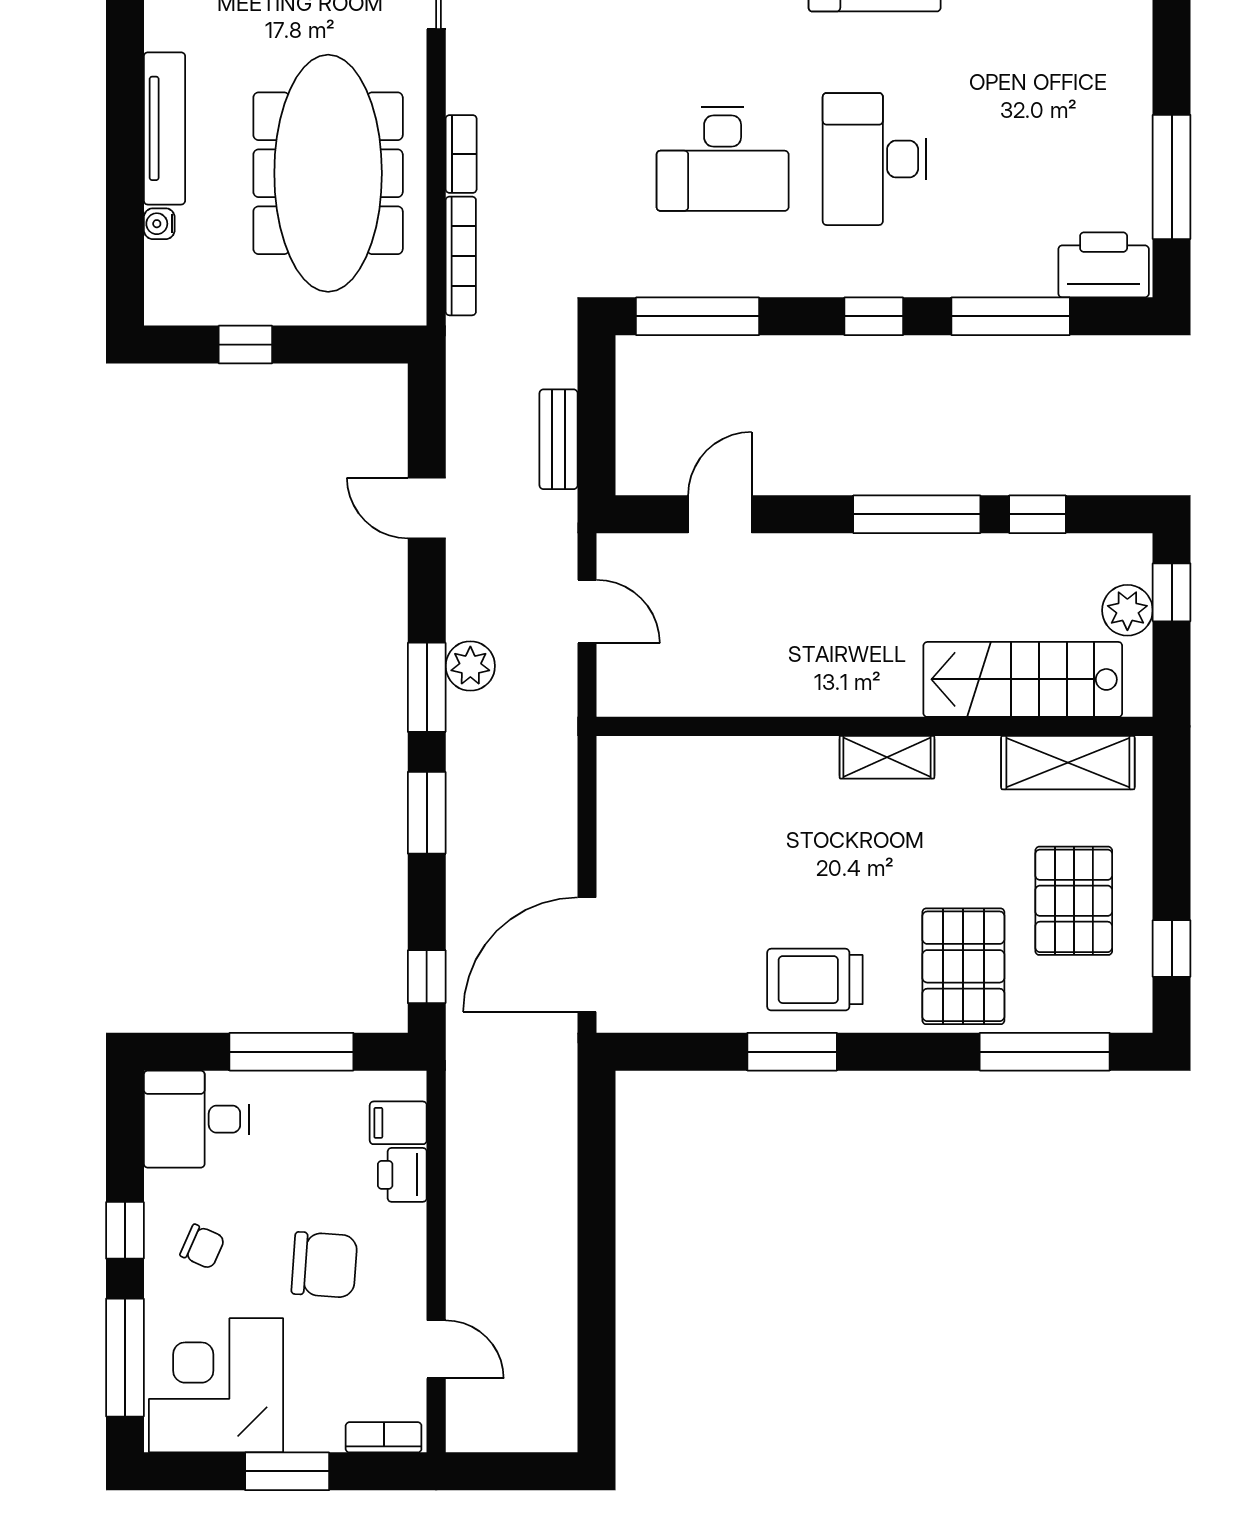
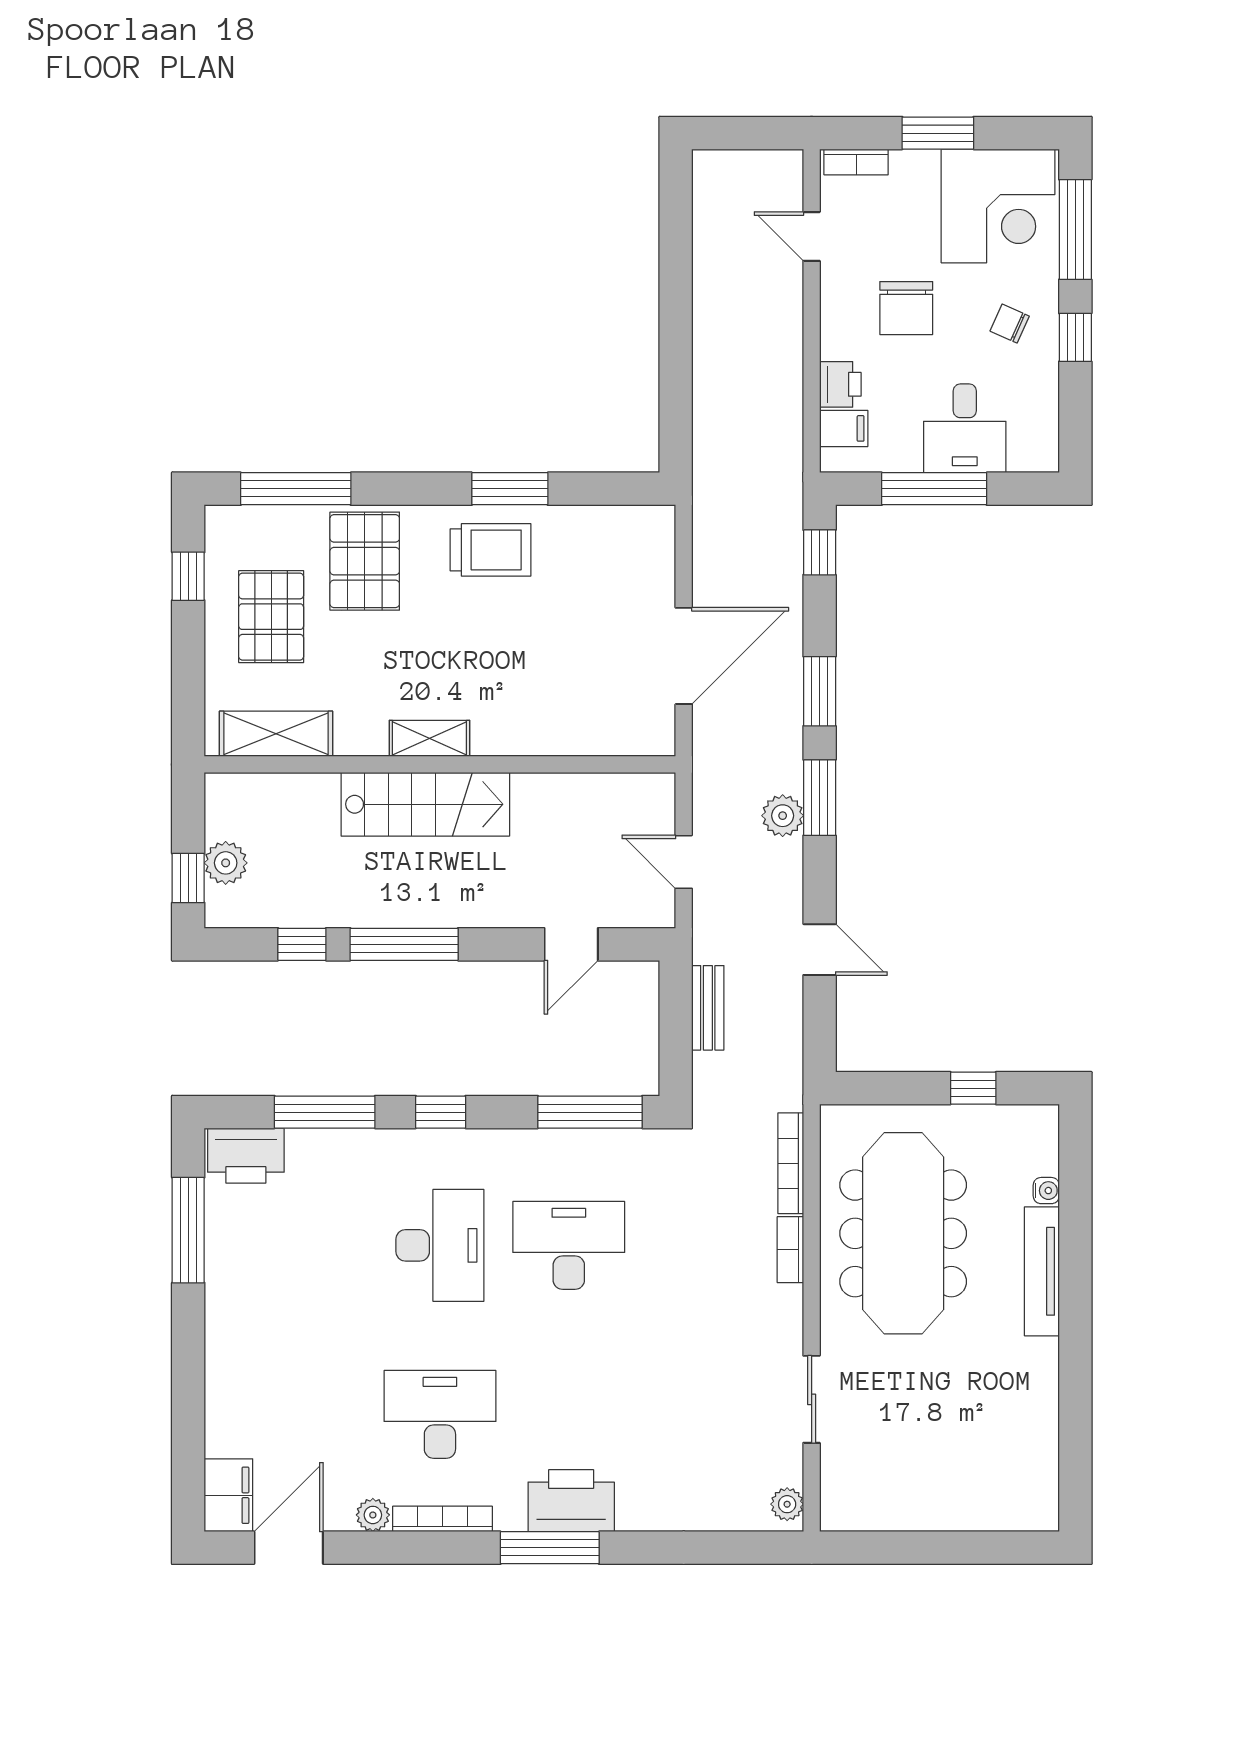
stairs: (1023, 679) -> (425, 804), moved
door: (587, 955) -> (684, 656), moved
desk: (196, 1119) -> (965, 428), moved, turned 90
chair: (324, 1265) -> (906, 308), turned -94

